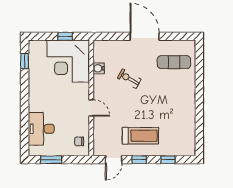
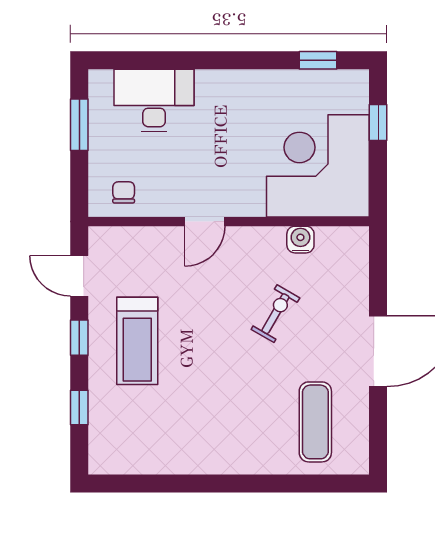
window: (65, 36) -> (378, 123), moved

